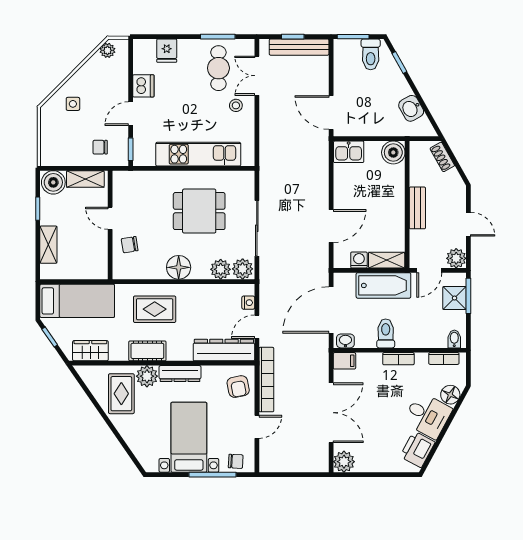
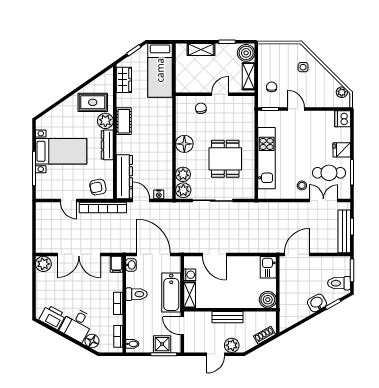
fridge: (167, 51) -> (342, 150), moved
dishwasher: (143, 86) -> (343, 119), moved, turned 90
washbasin: (411, 108) -> (317, 303), moved
plant: (456, 258) -> (232, 345), moved
rug: (155, 309) -> (154, 126), removed
chair: (236, 461) -> (44, 185), removed

